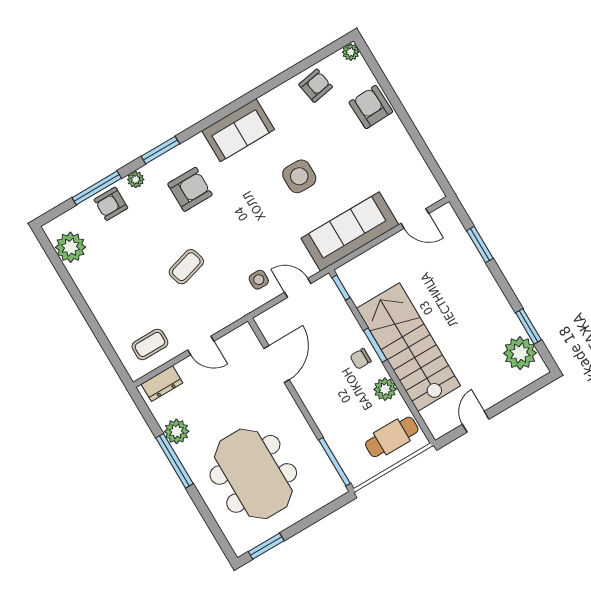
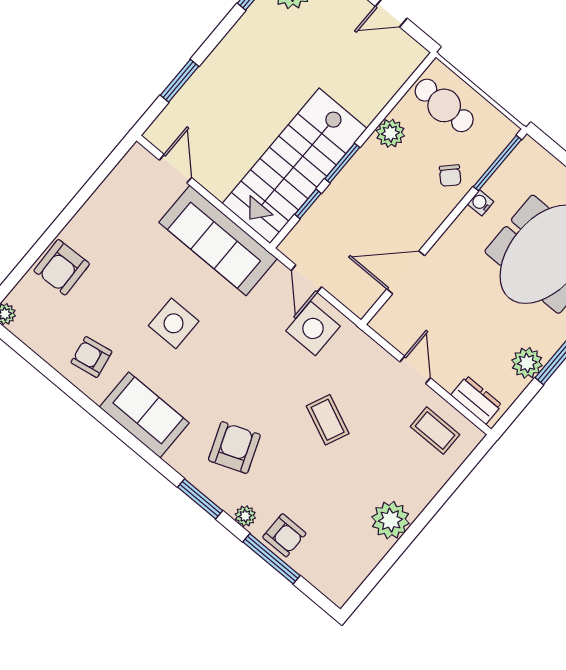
armchair: (316, 86) -> (91, 357), moved
armchair: (190, 189) -> (234, 448), turned 69
plant: (70, 247) -> (390, 520), moved
coffee table: (186, 267) -> (328, 420), turned 40
side table: (259, 280) -> (313, 328), width x1.87, depth x1.87
window: (341, 288) -> (308, 204), moved
stairs: (408, 347) -> (295, 166), moved
chair: (361, 359) -> (450, 176), moved, turned 45
water cooler: (309, 439) -> (481, 203), added

